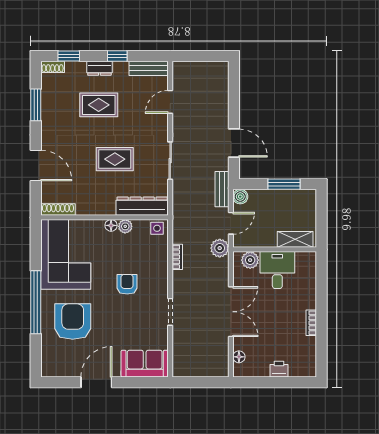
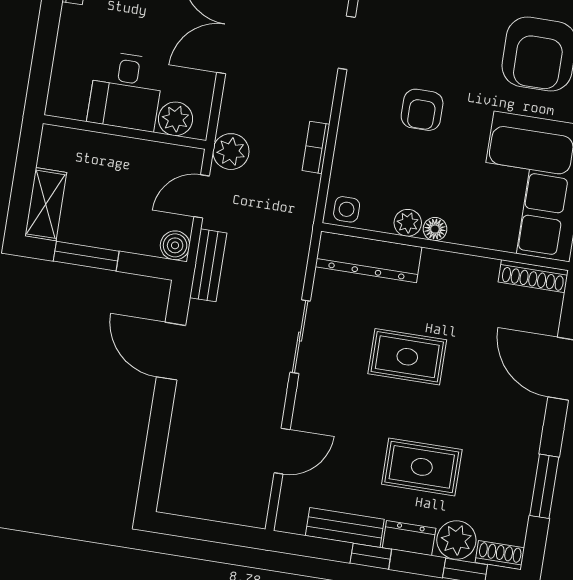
bench: (148, 68) -> (345, 528), moved
plant: (76, 71) -> (456, 540), added
shelving: (295, 239) -> (46, 204), moved, turned 90

